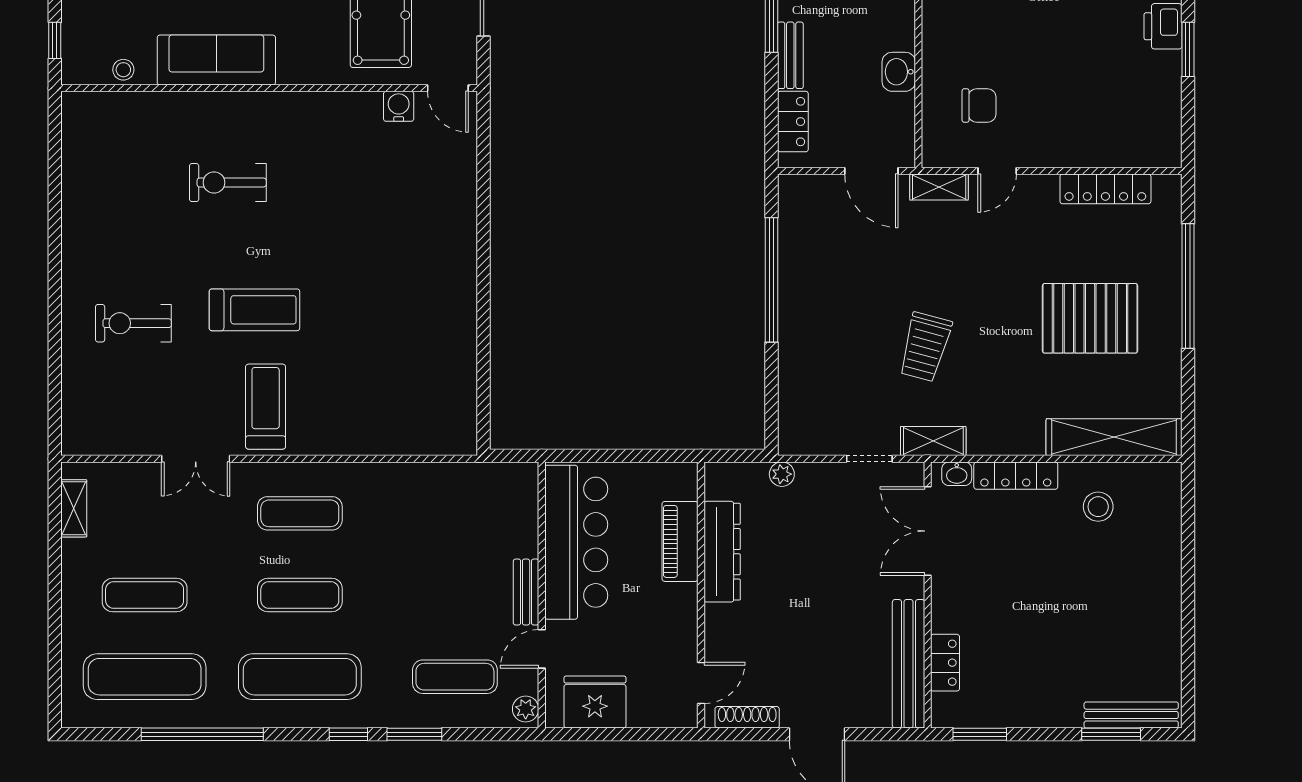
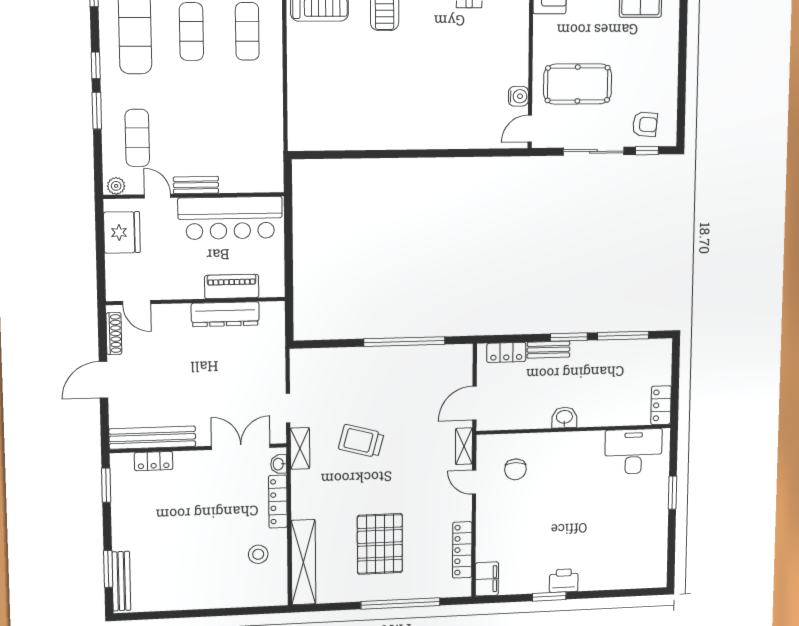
washbasin: (899, 72) -> (564, 417), moved
filing cabinet: (1154, 150) -> (487, 579), added
plant: (782, 474) -> (277, 352), removed

